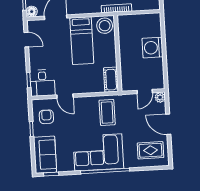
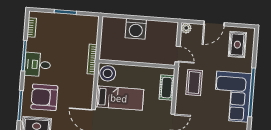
cot: (111, 80) -> (167, 88), moved, turned 90
door: (145, 92) -> (177, 54), moved
coffee table: (107, 112) -> (194, 83), turned 90

